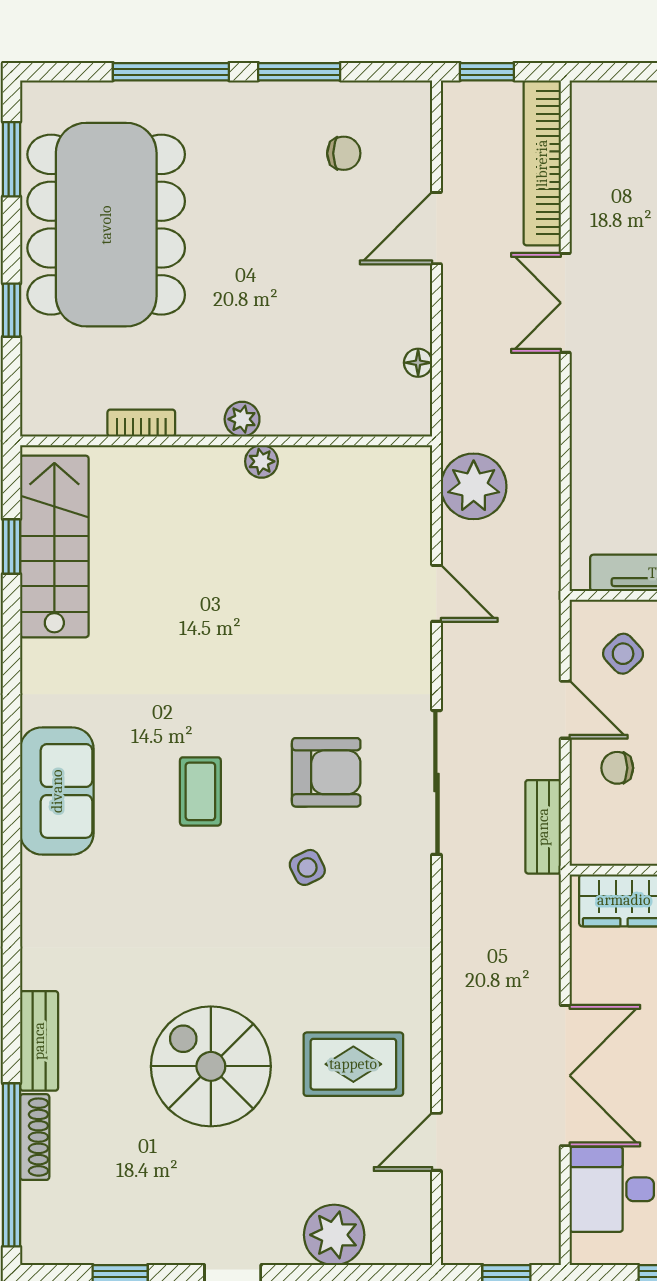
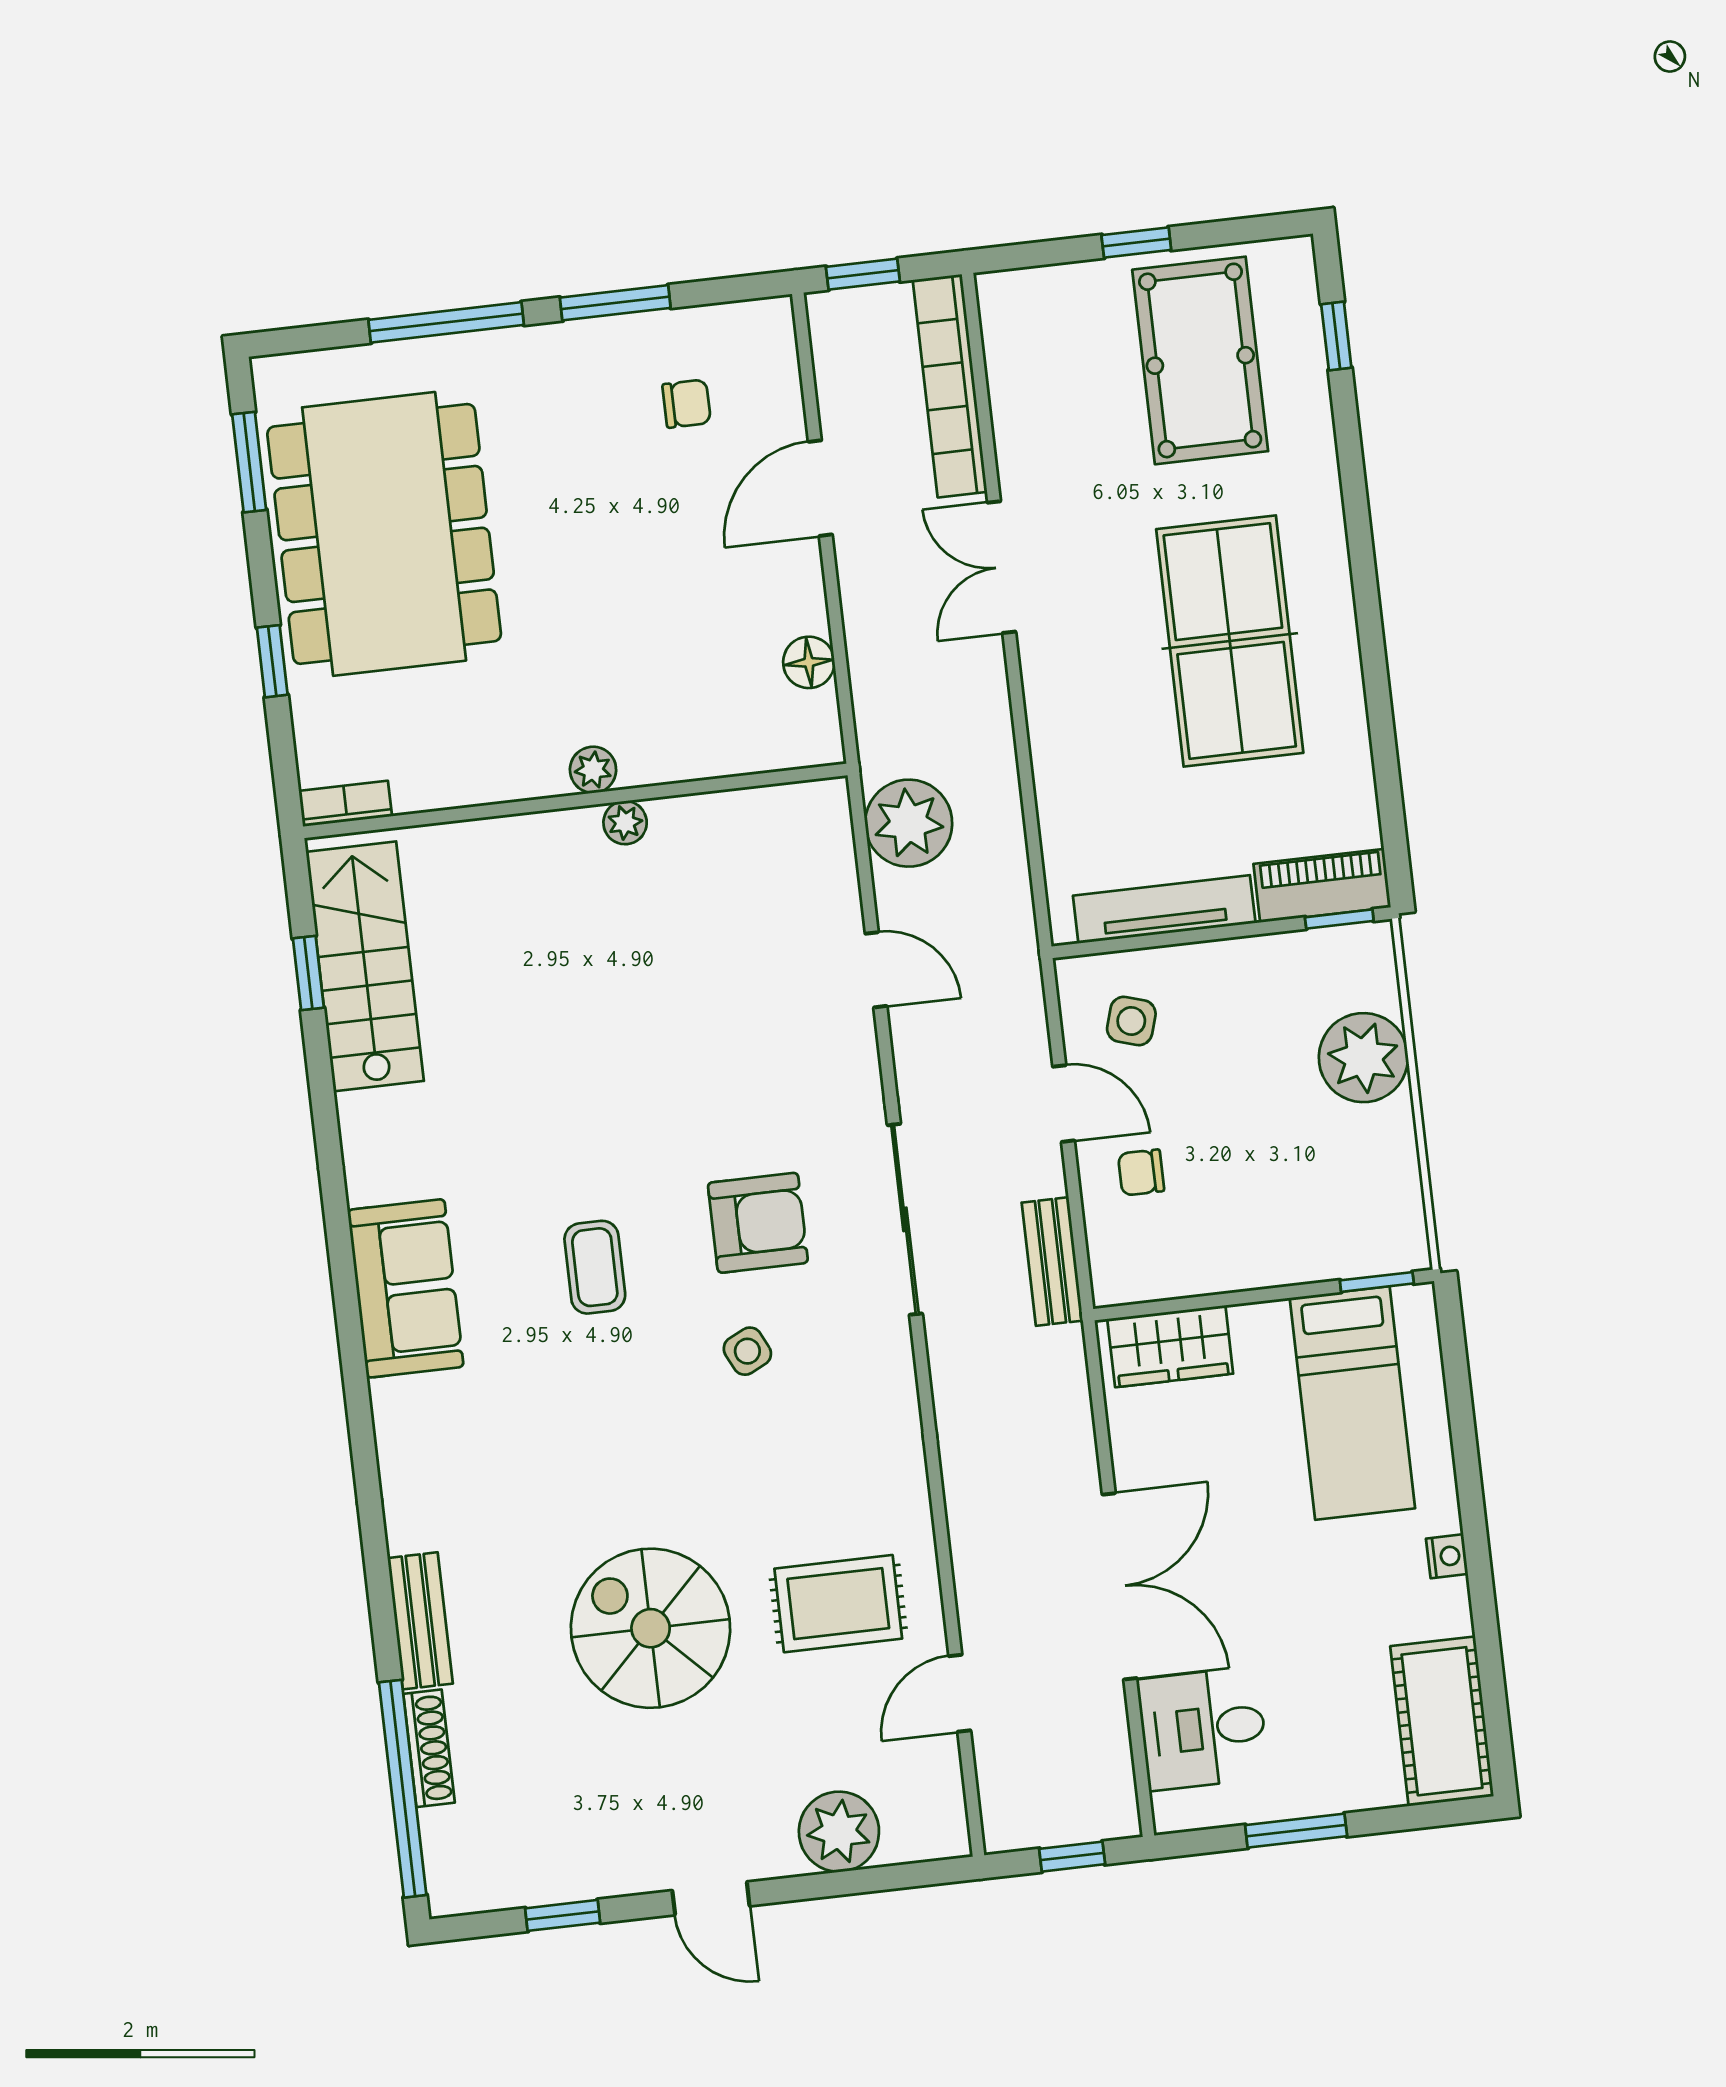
floor lamp: (418, 363) -> (809, 662), width x1.37, depth x1.37
bookcase: (141, 423) -> (345, 804), moved
side table: (623, 654) -> (1131, 1021), turned -30

